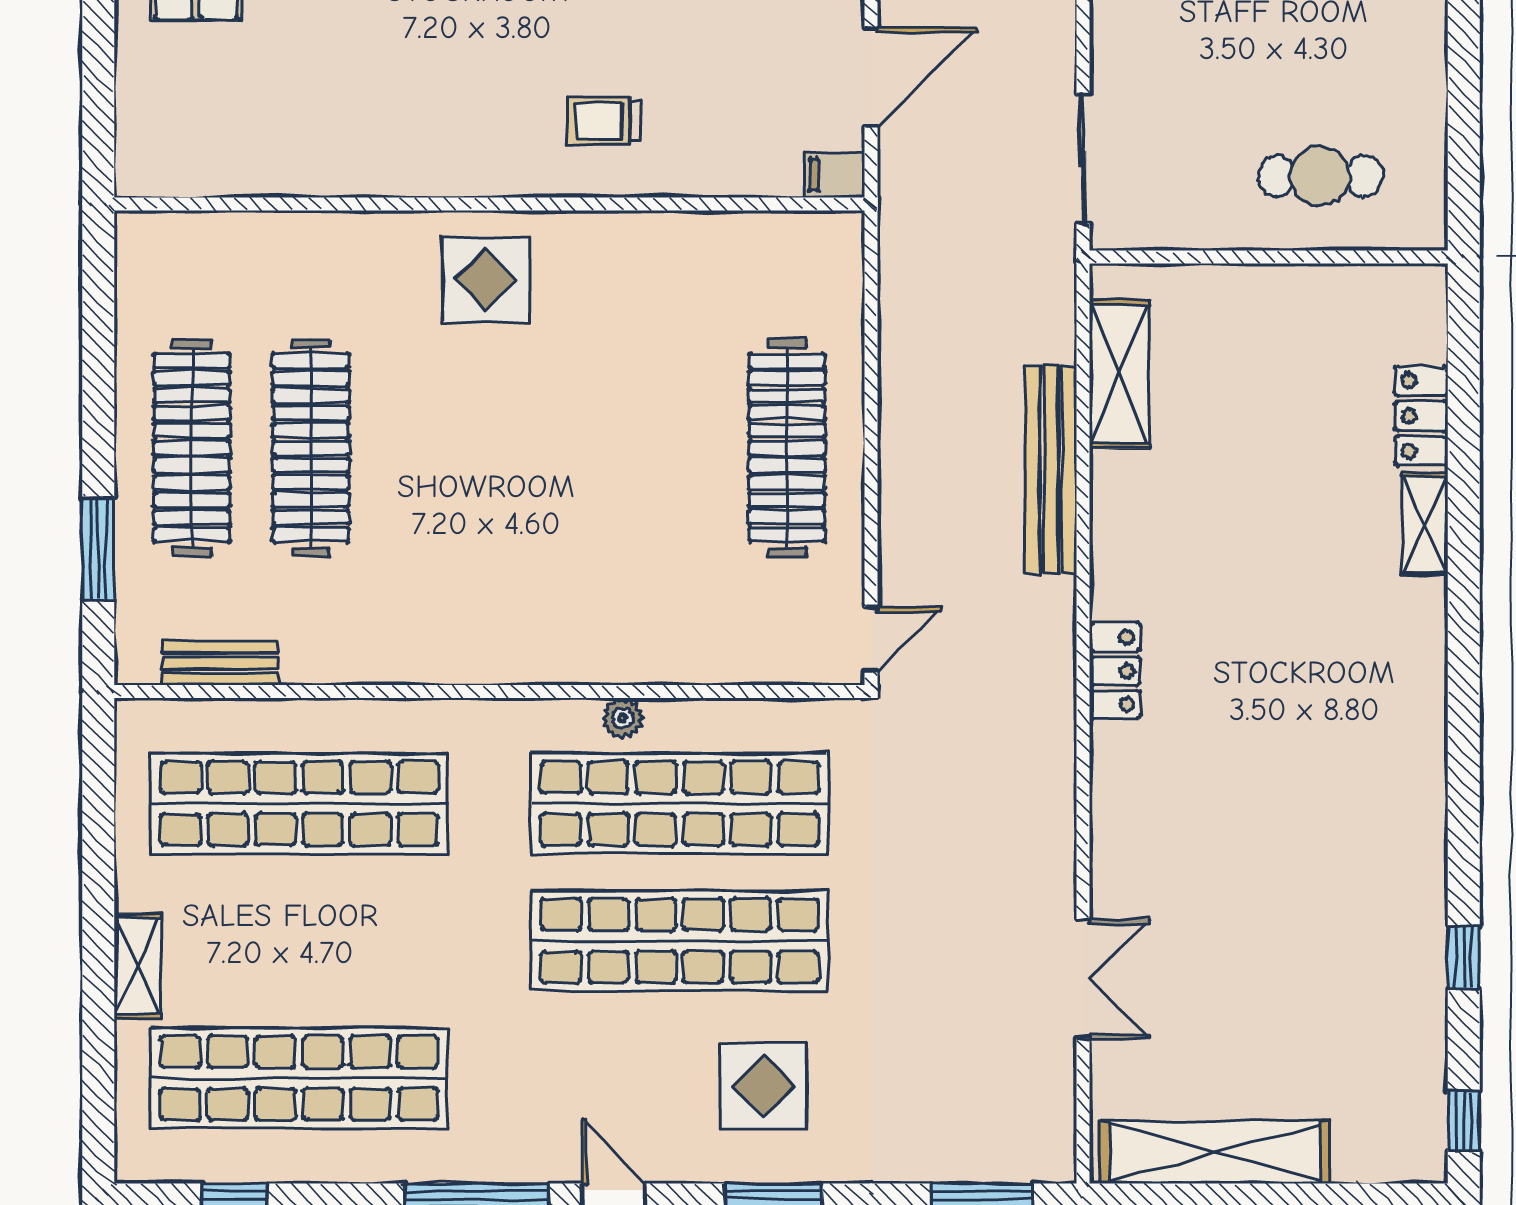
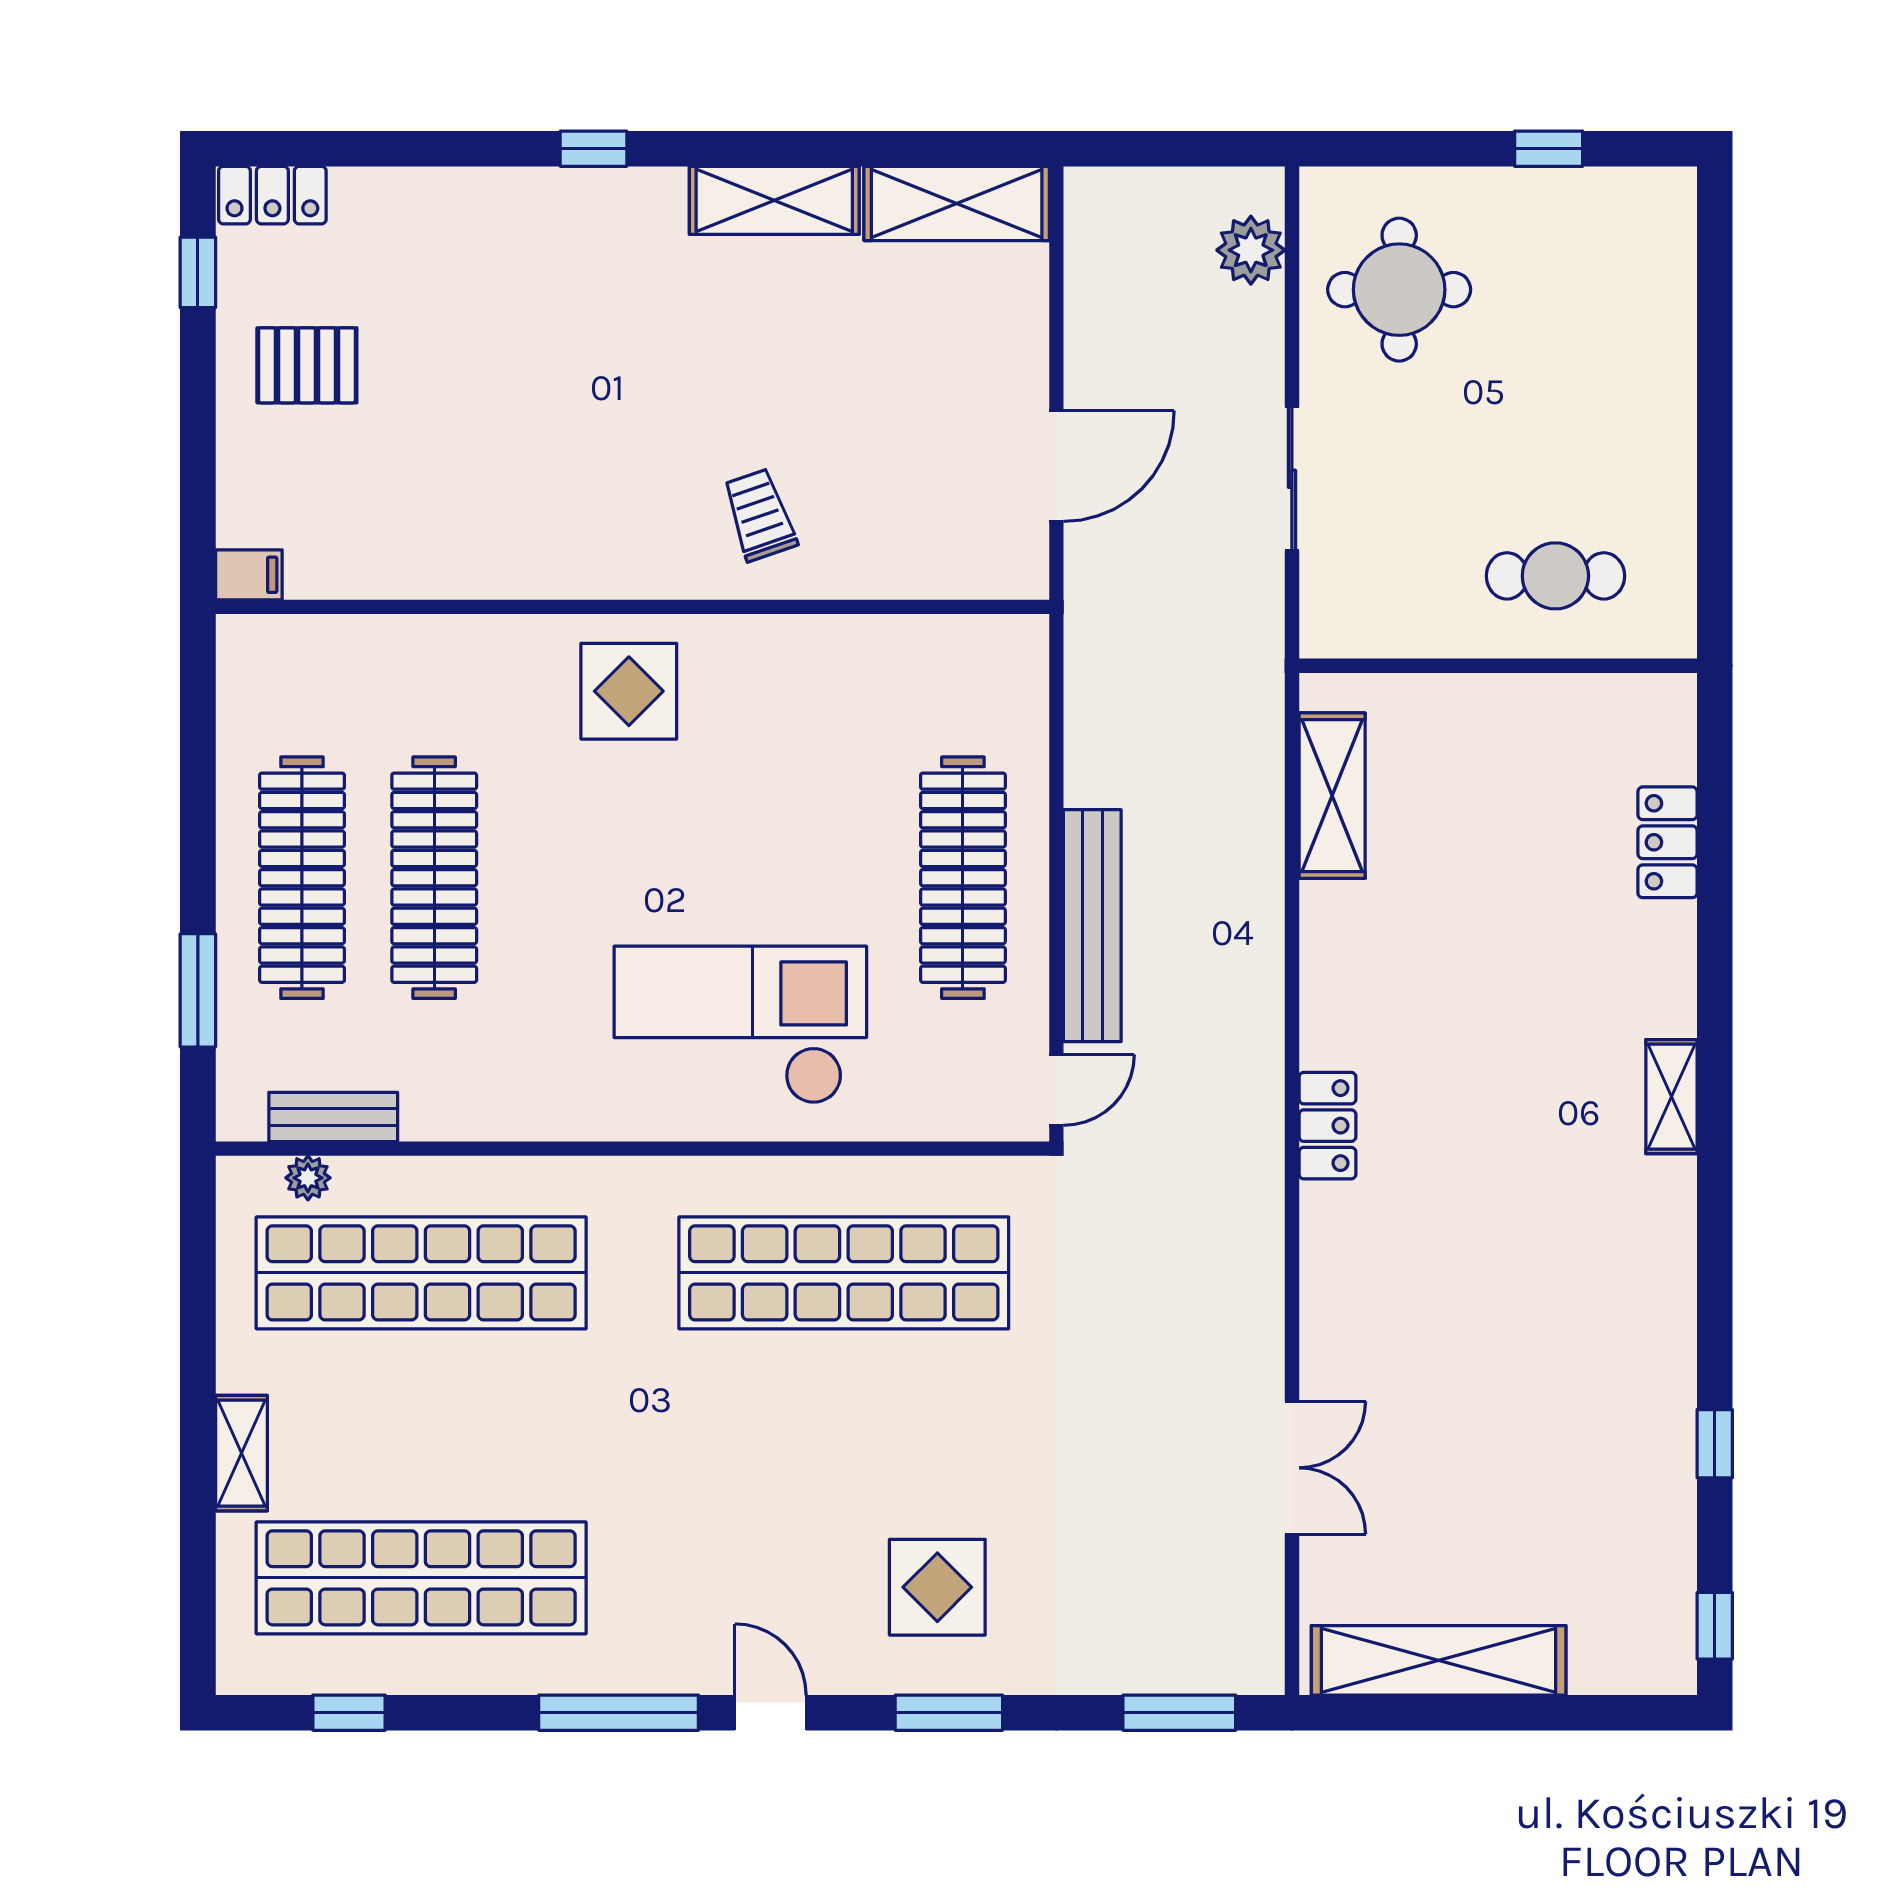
trolley: (604, 121) -> (760, 515), turned 71
sliding door: (1083, 159) -> (1292, 479), moved
filing cabinet: (835, 175) -> (249, 575), moved, turned 180
bench: (1051, 470) -> (1092, 926), moved
shelving: (1425, 524) -> (1671, 1097), moved
checkout: (587, 580) -> (740, 1025), added
plant: (623, 718) -> (308, 1178), moved
shop shelf: (680, 941) -> (844, 1425), removed

